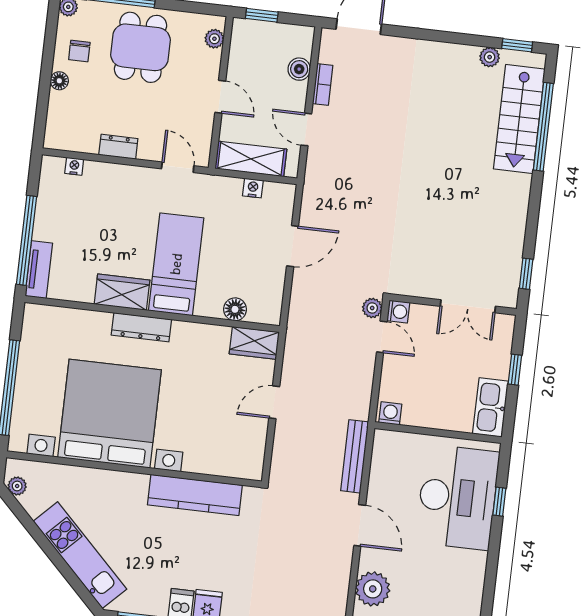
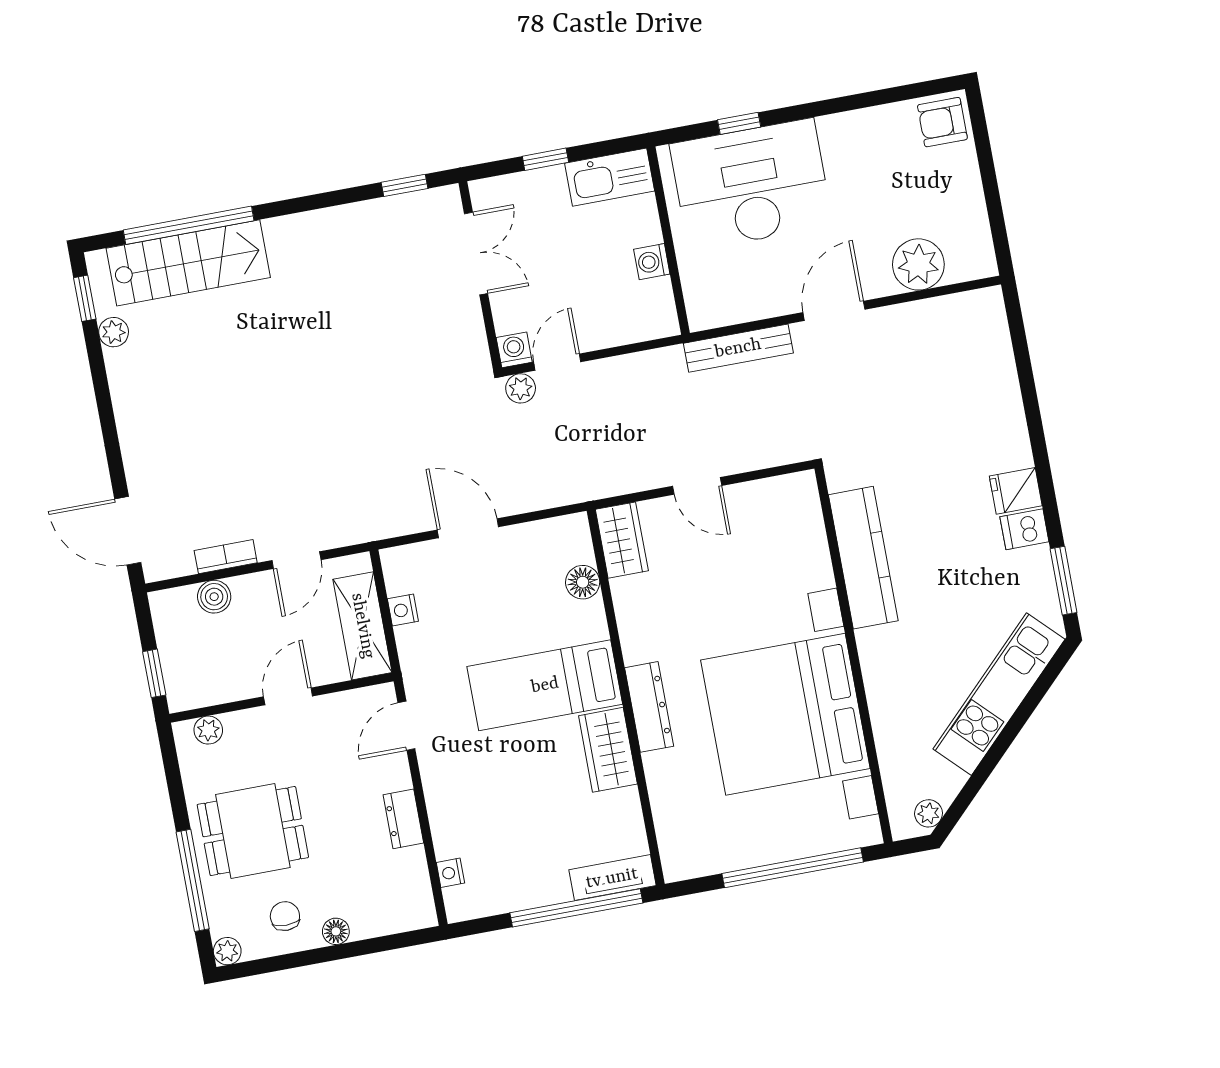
chair: (79, 51) -> (285, 916), turned -90
washing machine: (390, 413) -> (652, 262), moved

